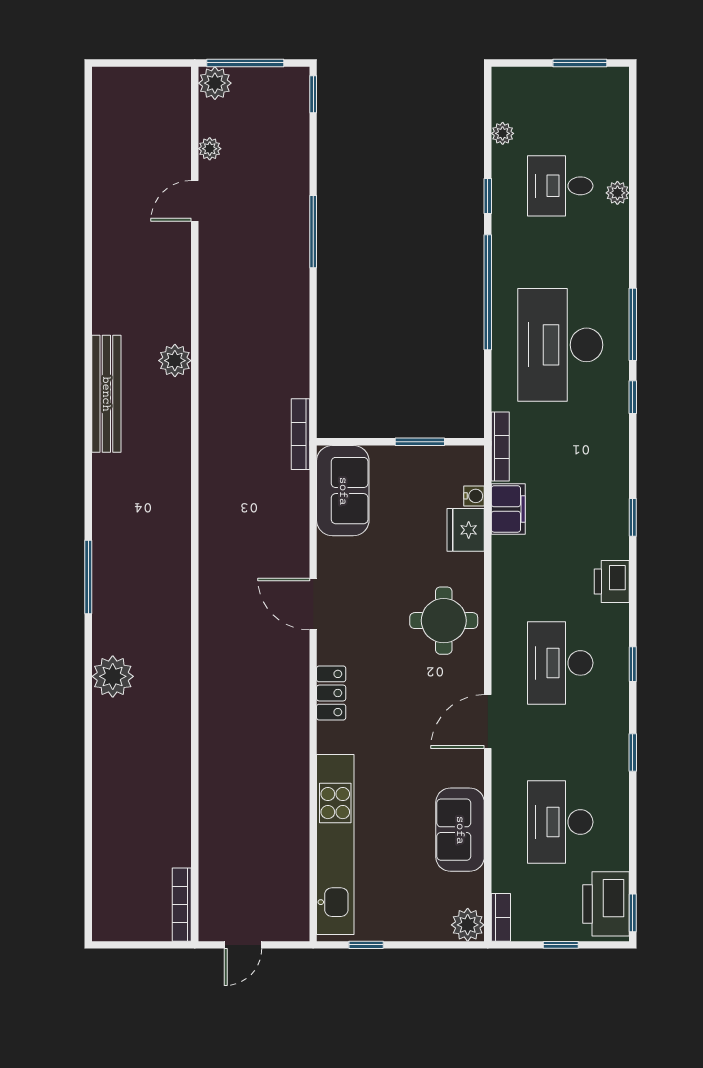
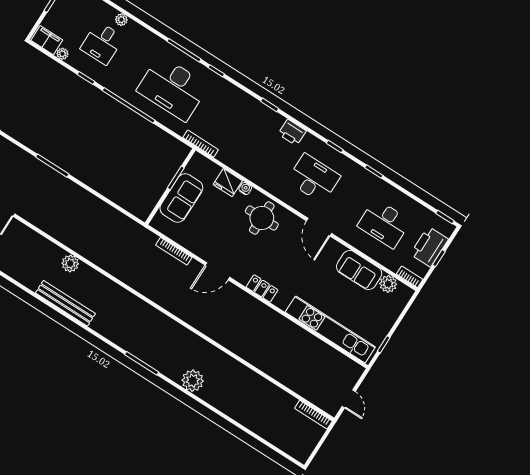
bookcase: (301, 434) -> (174, 251), moved
sofa: (343, 491) -> (181, 198), moved, turned 90
water cooler: (474, 496) -> (245, 188), moved
filing cabinet: (508, 509) -> (47, 40), moved
desk: (560, 663) -> (314, 178), turned 180
printer: (606, 904) -> (429, 247), moved, turned 90
plant: (468, 925) -> (388, 284), moved

